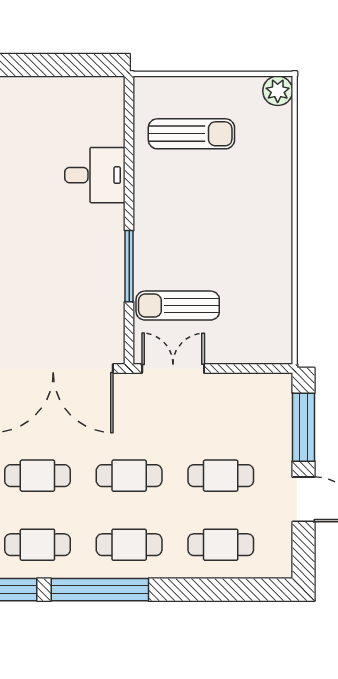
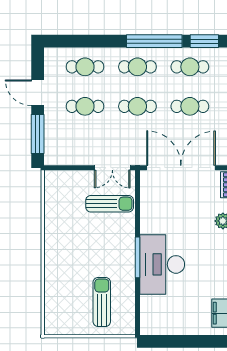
plant: (278, 91) -> (52, 327), removed
sun lounger: (191, 134) -> (102, 302), turned 90
desk: (95, 175) -> (162, 264), width x1.87, depth x1.30
window: (129, 266) -> (137, 257), moved

